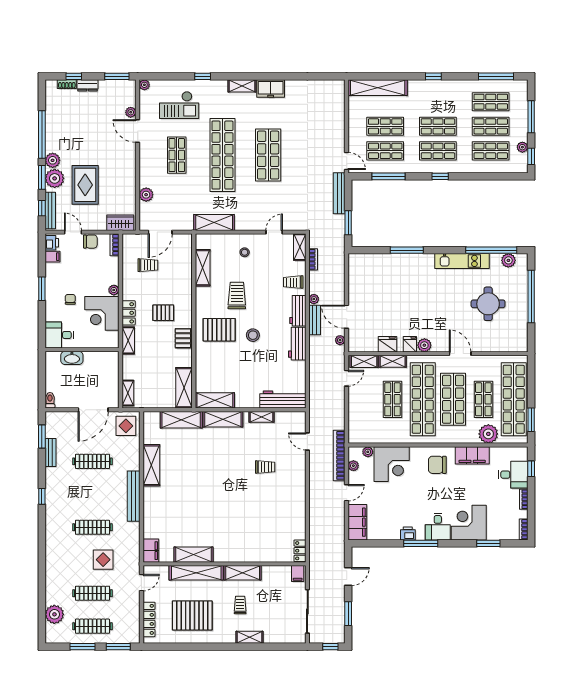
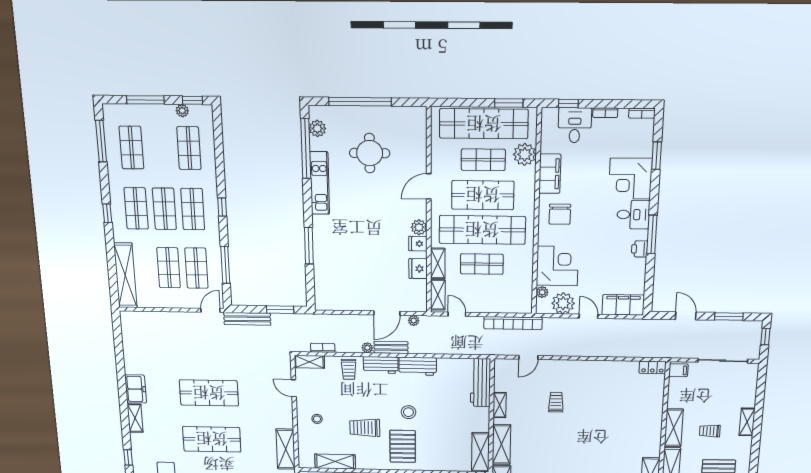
shop shelf: (491, 126) -> (136, 208), moved
shop shelf: (222, 155) -> (212, 439), width x0.71
bookcase: (339, 455) -> (513, 323), moved
plant: (353, 466) -> (563, 303), width x1.87, depth x1.87

